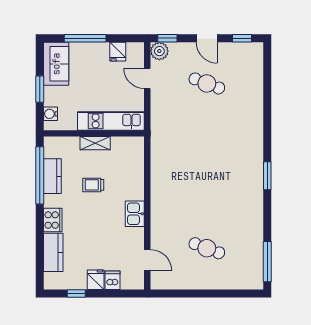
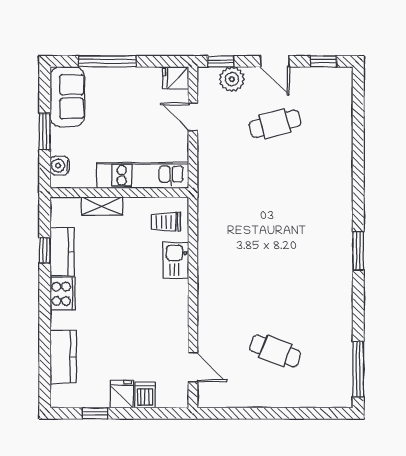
plant: (159, 51) -> (232, 79), moved
fridge: (118, 52) -> (176, 78), moved, turned 90
cafe table: (207, 83) -> (275, 124), turned -36
shelving: (95, 143) -> (102, 206), moved
window: (40, 175) -> (45, 250), width x0.32
trolley: (93, 185) -> (166, 222), moved
kitchen sink: (135, 214) -> (176, 260), moved
cooker: (53, 220) -> (63, 294), moved

